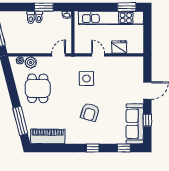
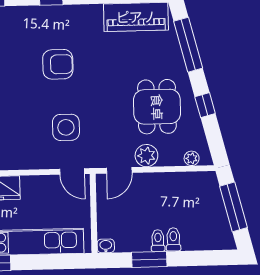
door: (98, 55) -> (72, 172), moved
plant: (31, 62) -> (146, 156), moved
window: (12, 89) -> (205, 105), added
armchair: (90, 112) -> (58, 64), turned 74

